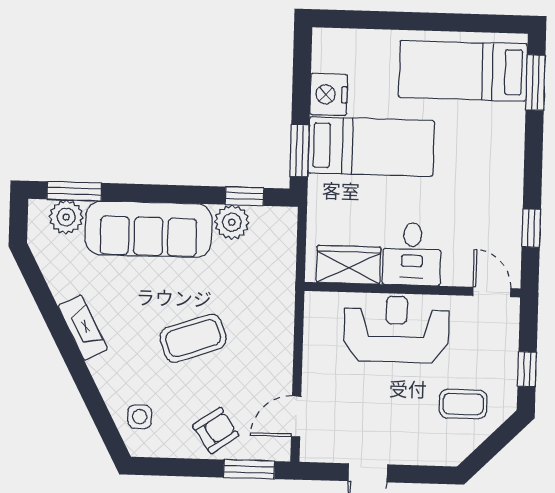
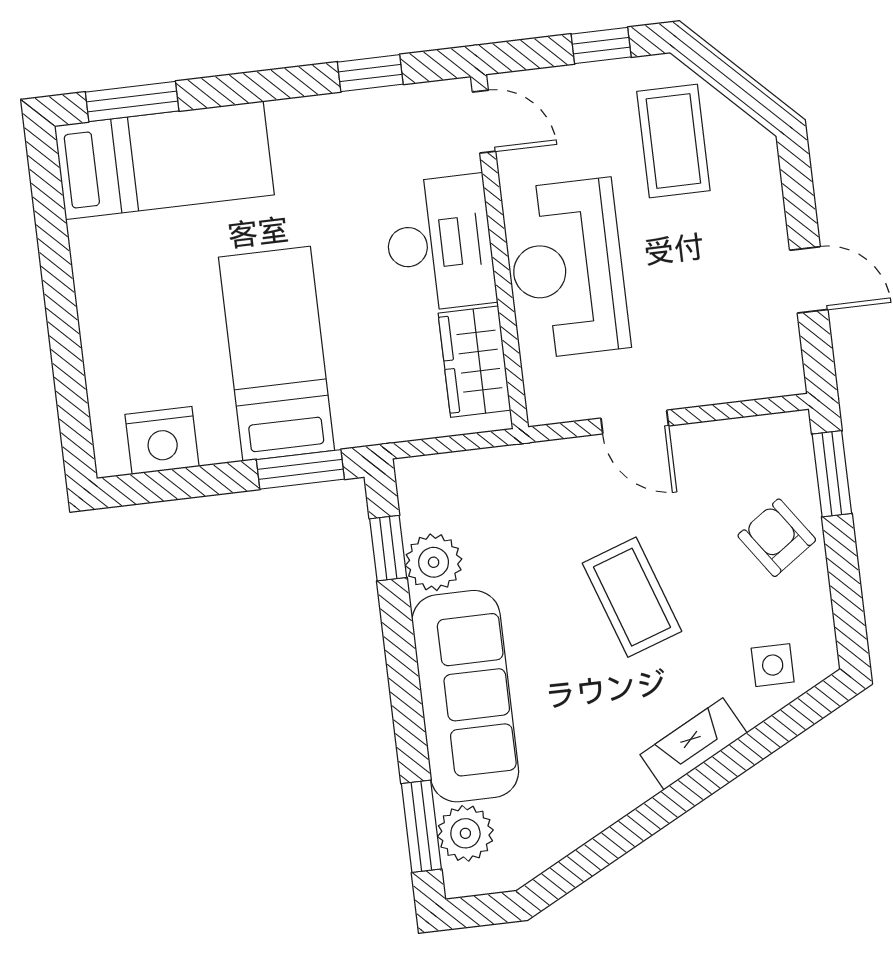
bed: (463, 71) -> (164, 160), moved, turned -90
nightstand: (329, 94) -> (162, 440), moved
desk: (412, 254) -> (439, 243), width x1.37
door: (492, 292) -> (484, 122), swing flipped
fireplace: (83, 328) -> (694, 744), moved
coffee table: (463, 404) -> (673, 141), width x1.36, depth x1.30
door: (296, 416) -> (635, 422), moved

